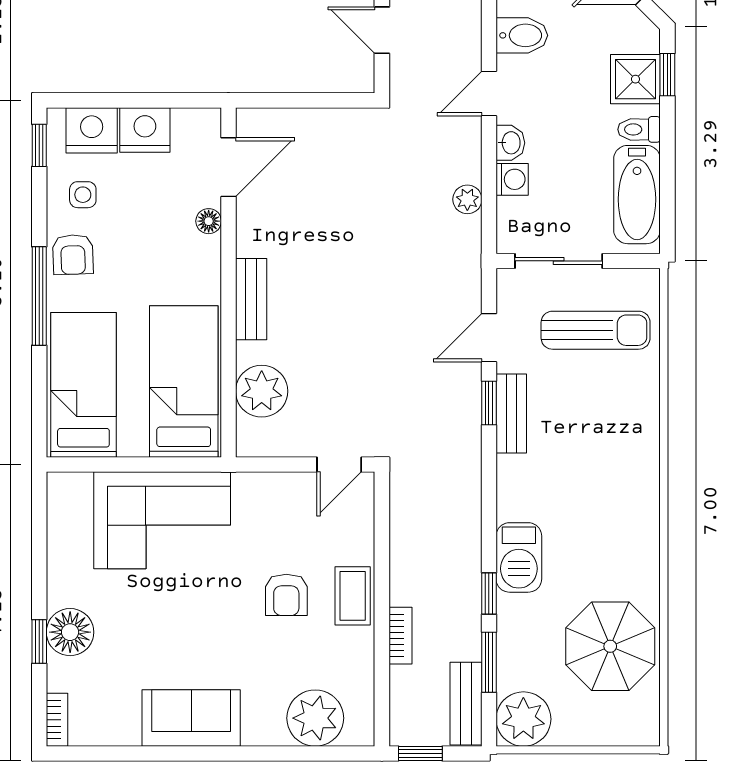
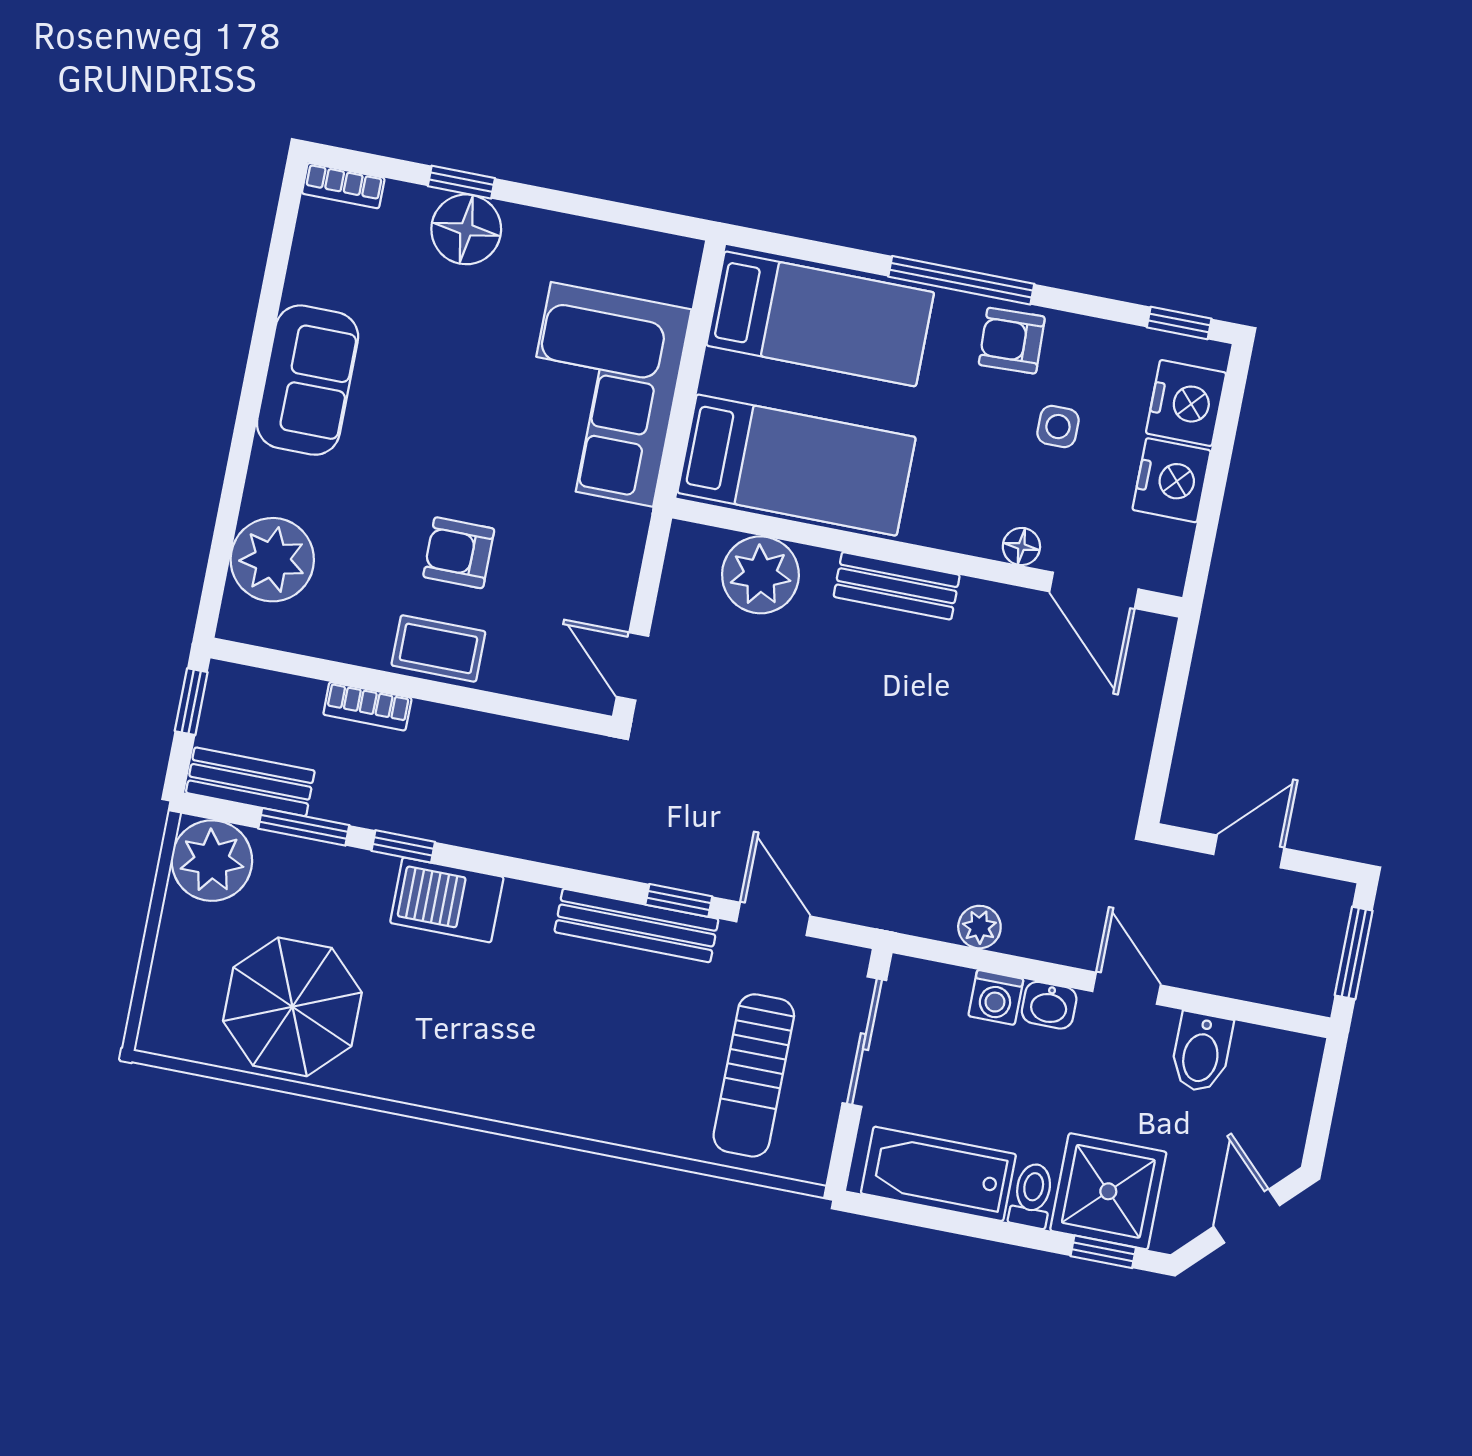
shower: (635, 79) -> (1108, 1191), width x1.36, depth x1.36
side table: (83, 195) -> (1058, 427), moved
bench: (511, 414) -> (636, 926), width x1.36

